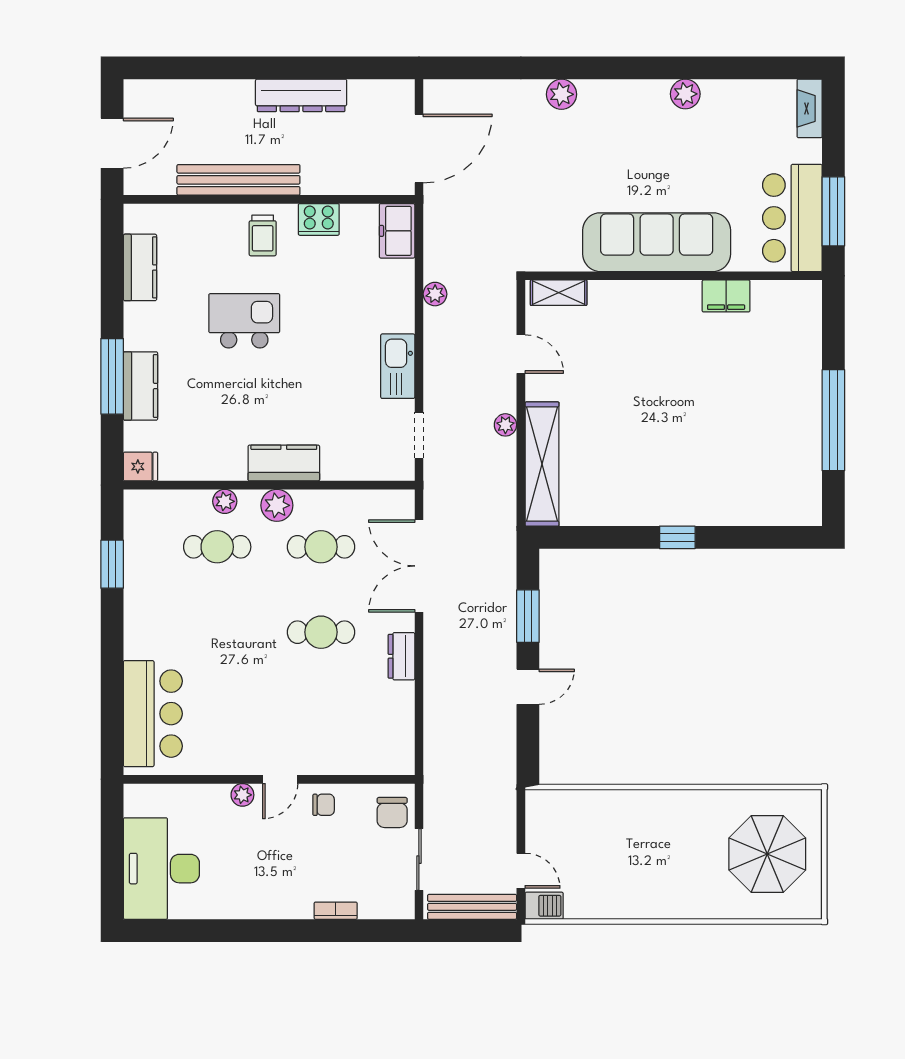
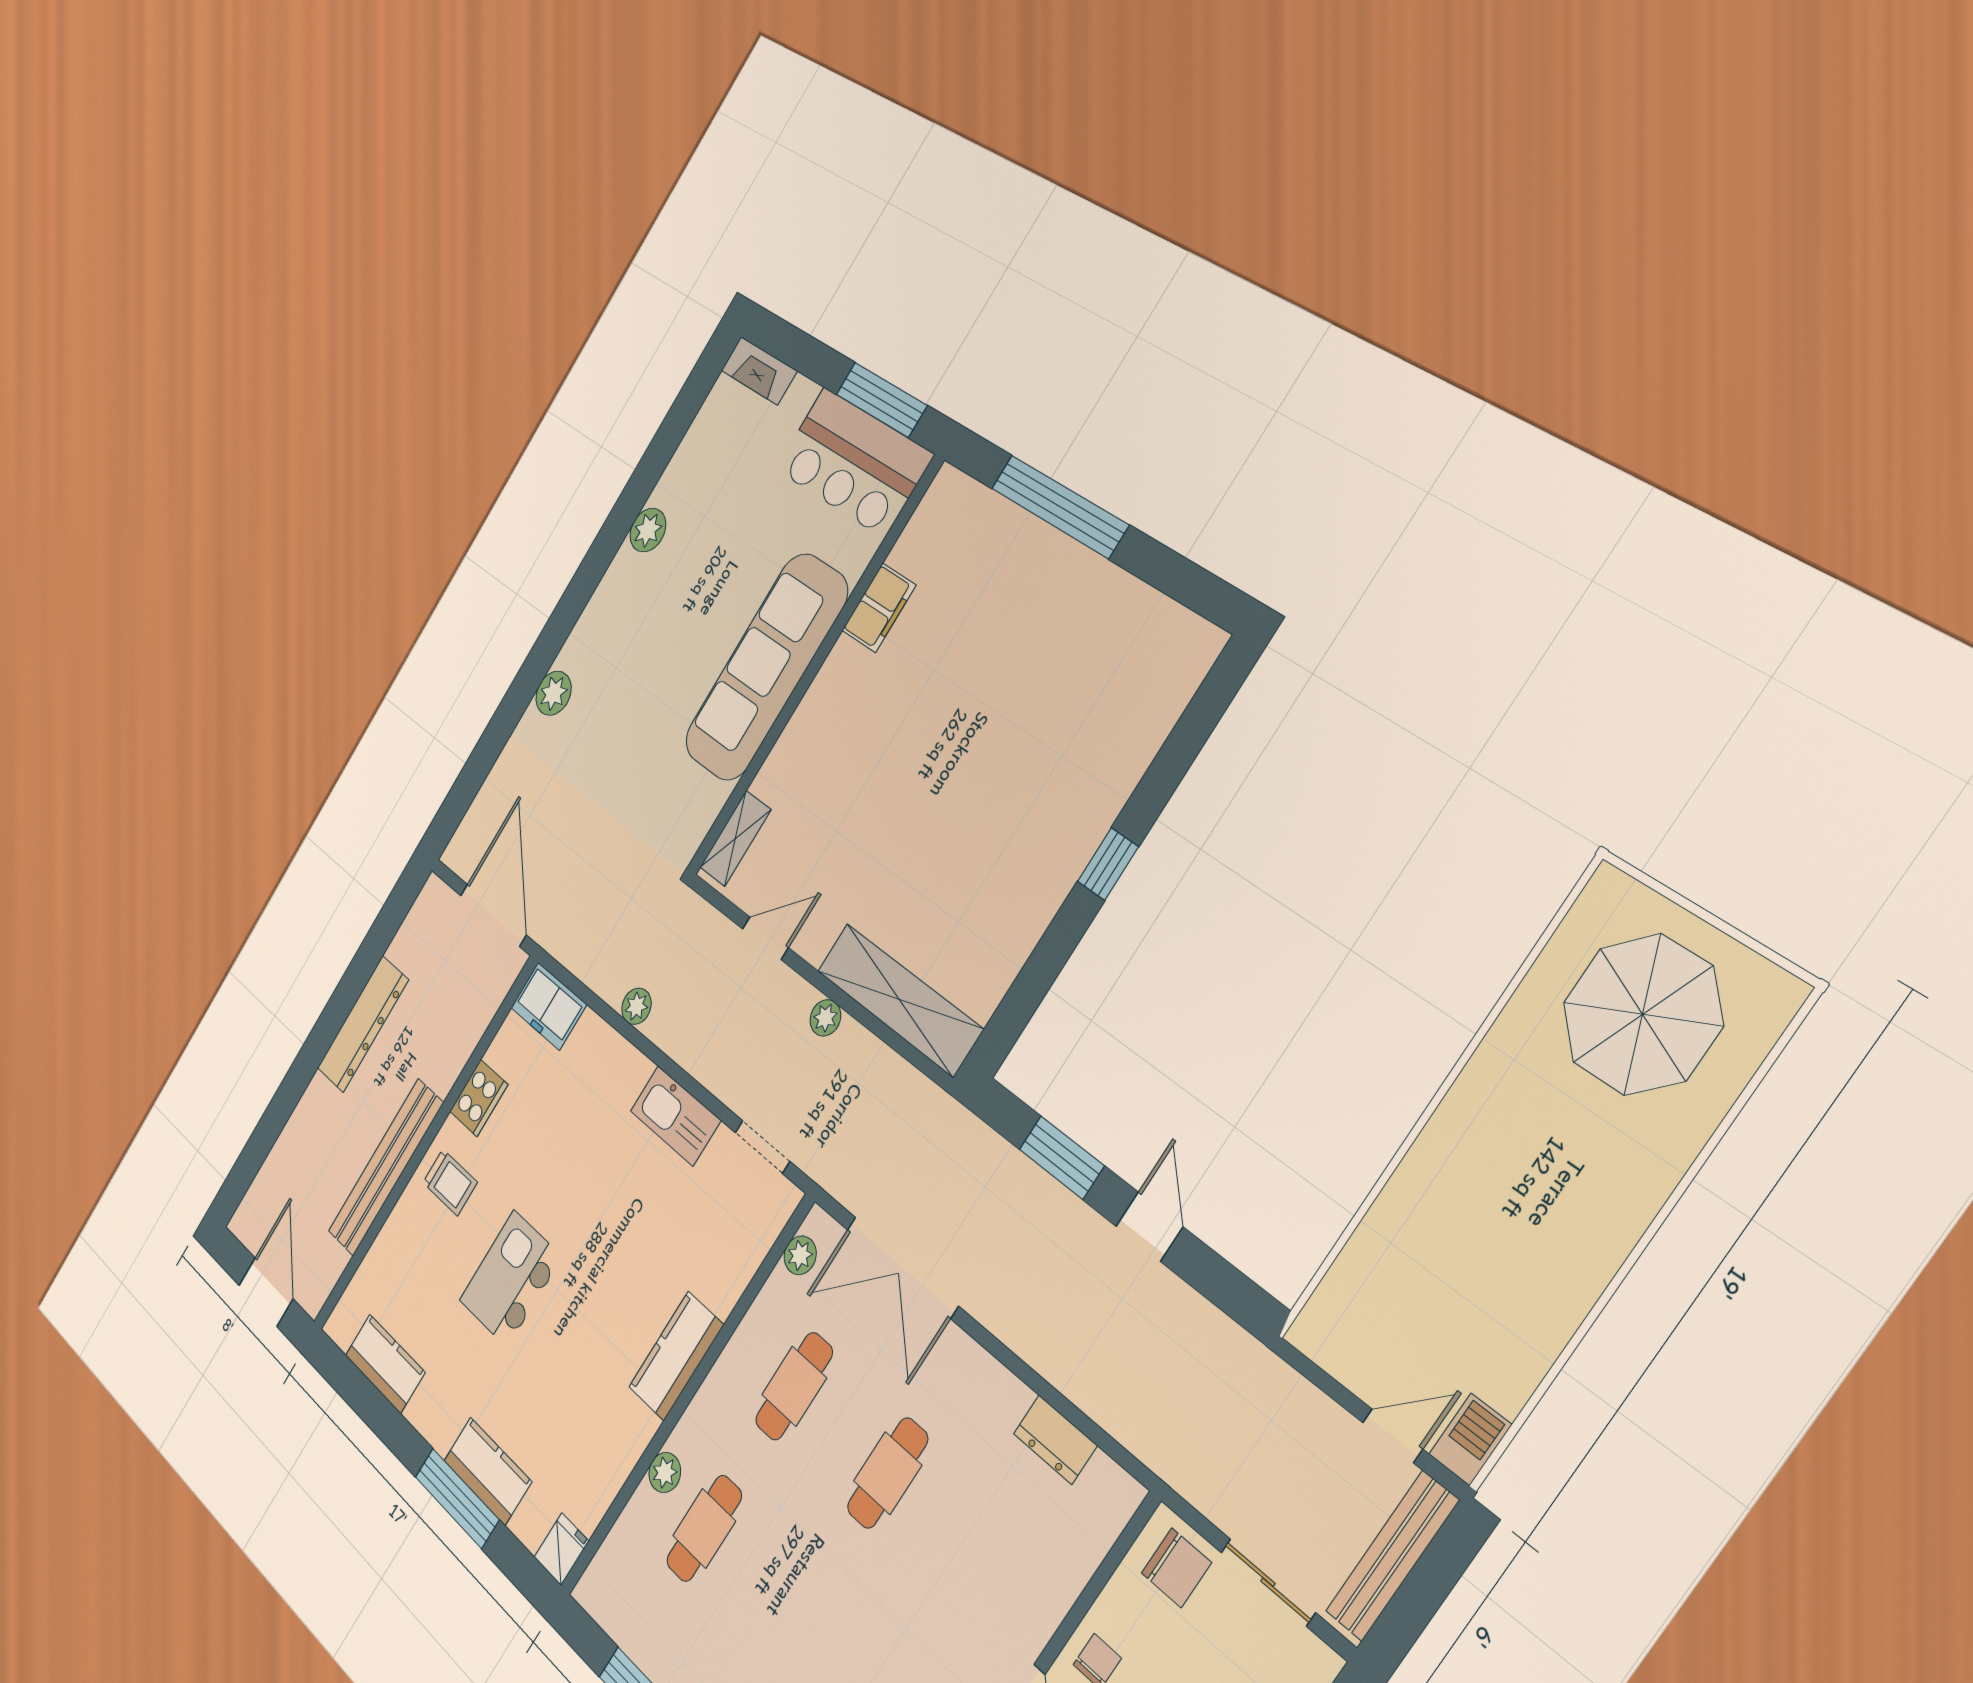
window: (833, 420) -> (1060, 507), moved
plant: (277, 505) -> (800, 1255), moved, width x0.73, depth x0.73
dresser: (401, 656) -> (1055, 1440), moved

